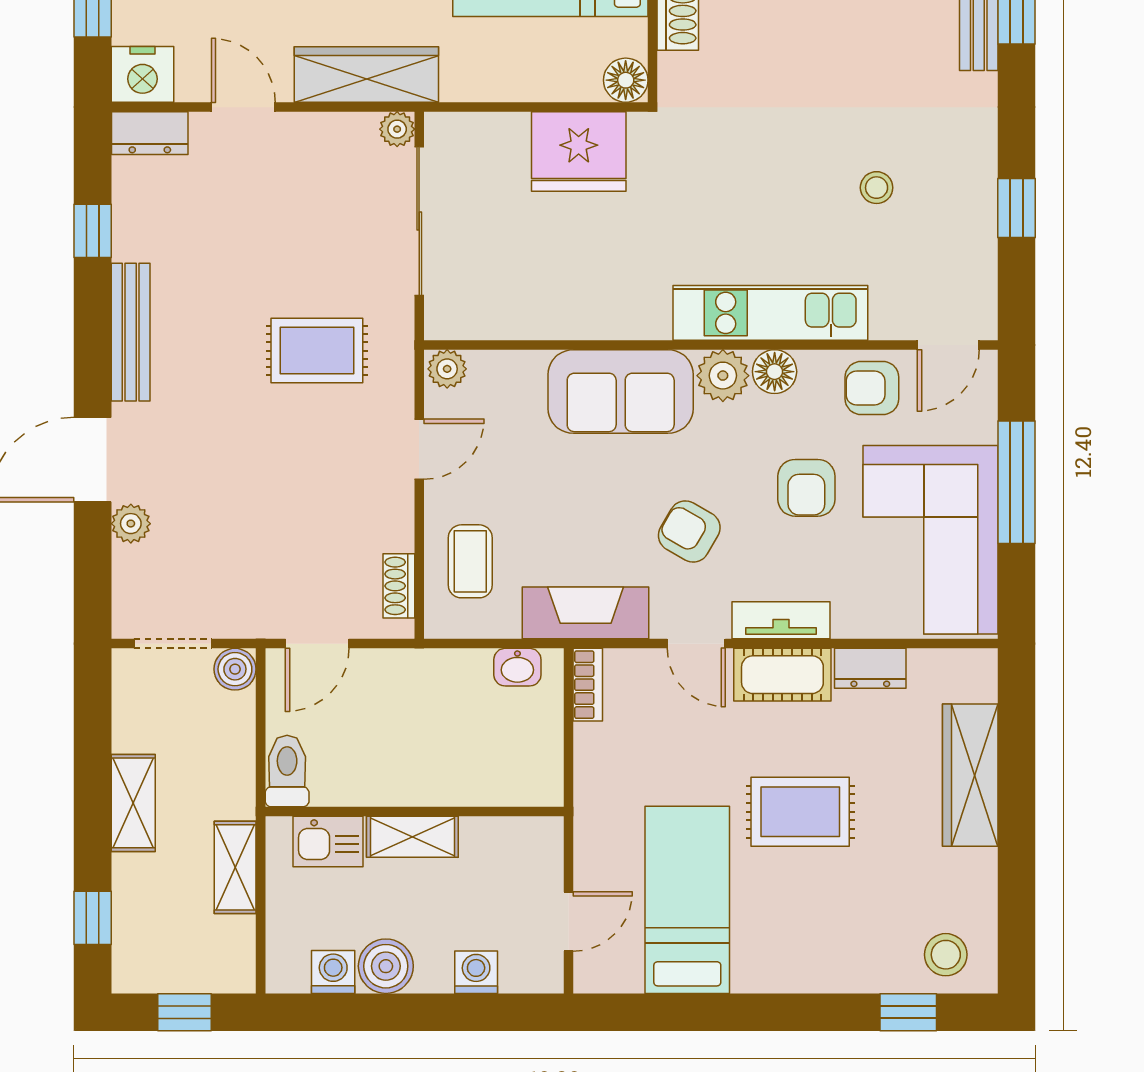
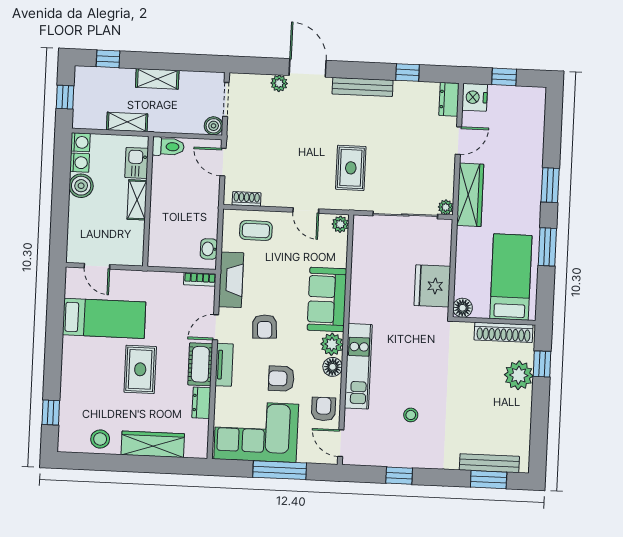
armchair: (689, 532) -> (265, 327), turned 147
stool: (946, 955) -> (100, 439), moved
washing machine: (476, 972) -> (80, 142), moved

